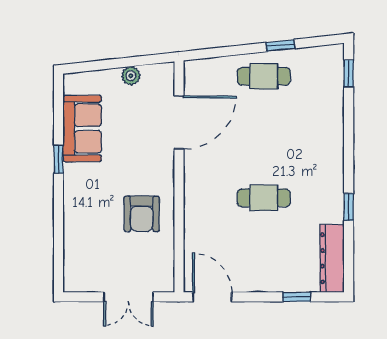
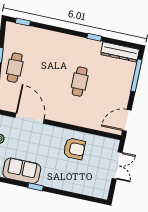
window: (297, 297) -> (136, 75), width x2.17

